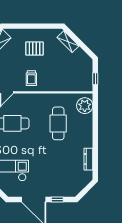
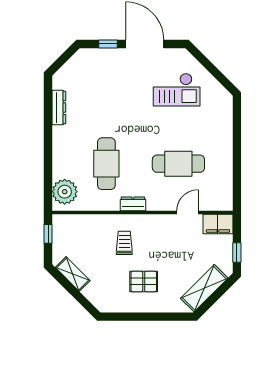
shelving: (68, 42) -> (73, 274), moved
trolley: (31, 78) -> (124, 243), moved
dresser: (41, 98) -> (133, 204), added

